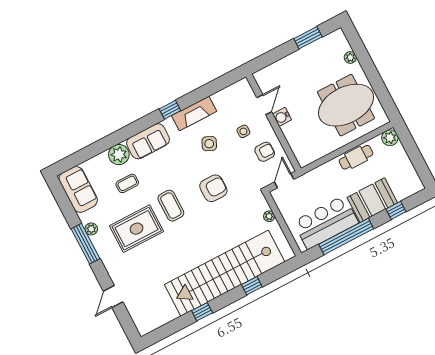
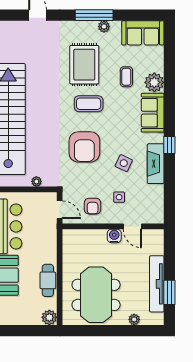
tv unit: (306, 54) -> (157, 284), added
armchair: (213, 188) -> (84, 147), width x1.36, depth x1.36

